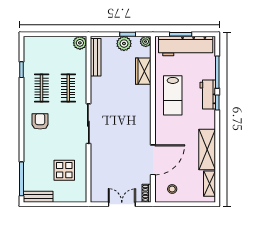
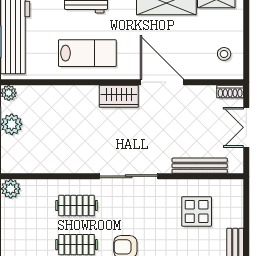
bench: (96, 57) -> (200, 166), moved
wardrobe: (143, 71) -> (119, 96), moved
door: (153, 160) -> (162, 82), moved

